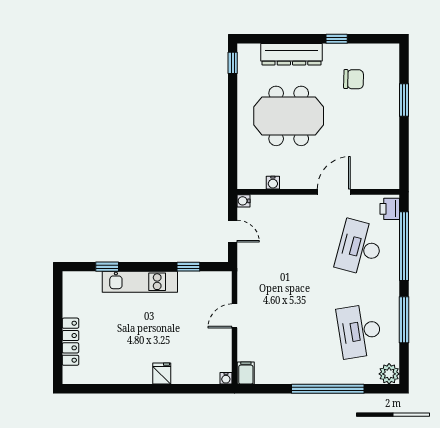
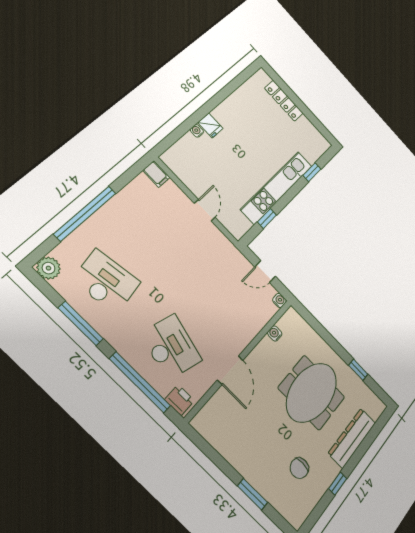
window: (233, 63) -> (358, 370), moved
kitchen unit: (140, 282) -> (277, 187), width x1.36
water cooler: (226, 378) -> (197, 131), moved

